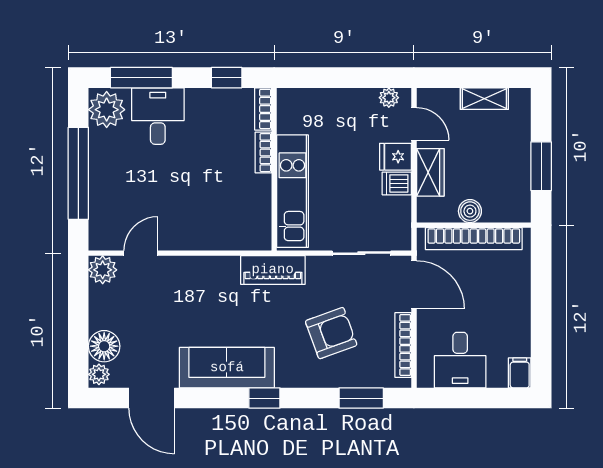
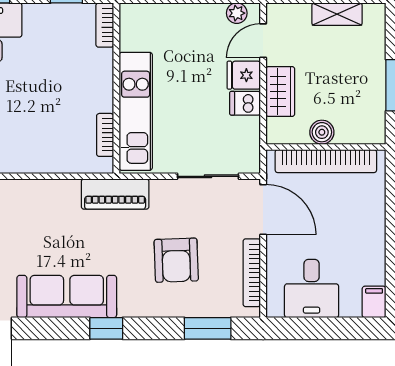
door: (414, 124) -> (263, 41), swing flipped
bookcase: (263, 153) -> (105, 135), moved
armchair: (331, 333) -> (176, 260), turned 108

